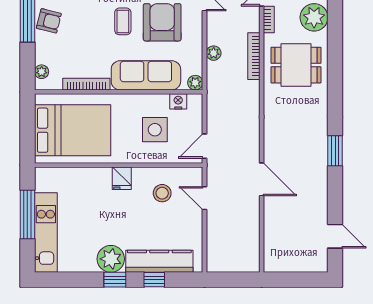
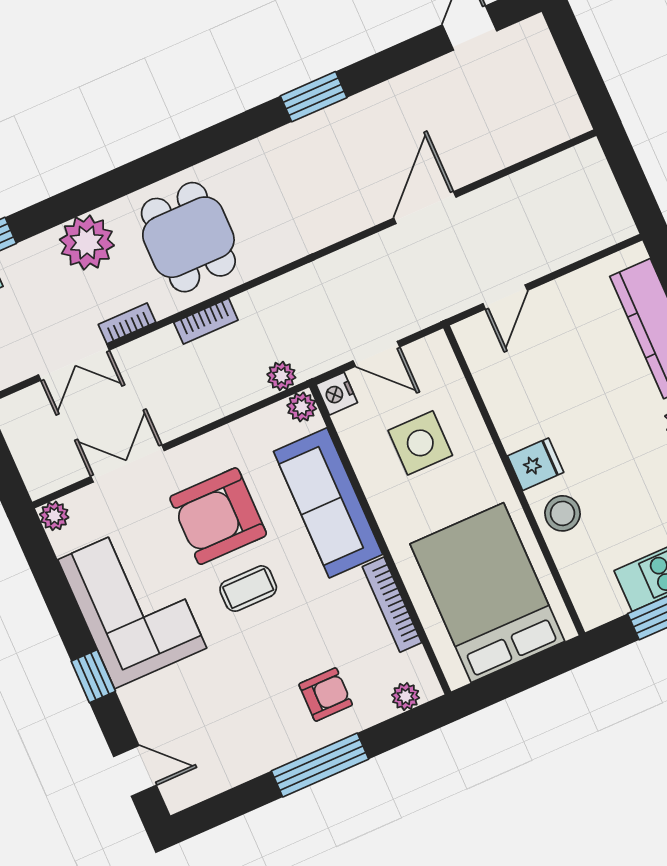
armchair: (49, 21) -> (326, 695), moved, turned 76
plant: (214, 53) -> (281, 376), moved
bookcase: (254, 56) -> (206, 321), width x0.64
nightstand: (178, 101) -> (337, 394), moved
door: (204, 146) -> (376, 354), moved
stool: (162, 193) -> (562, 513), moved

